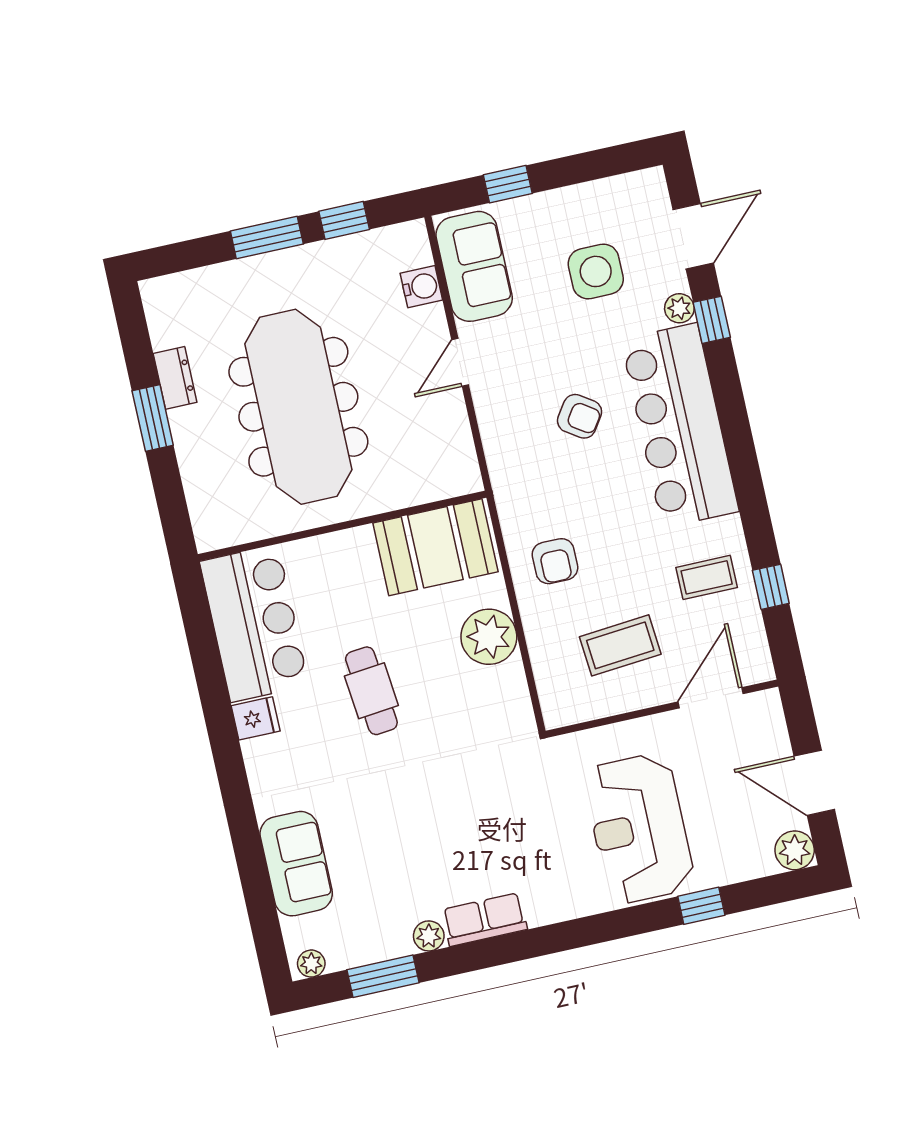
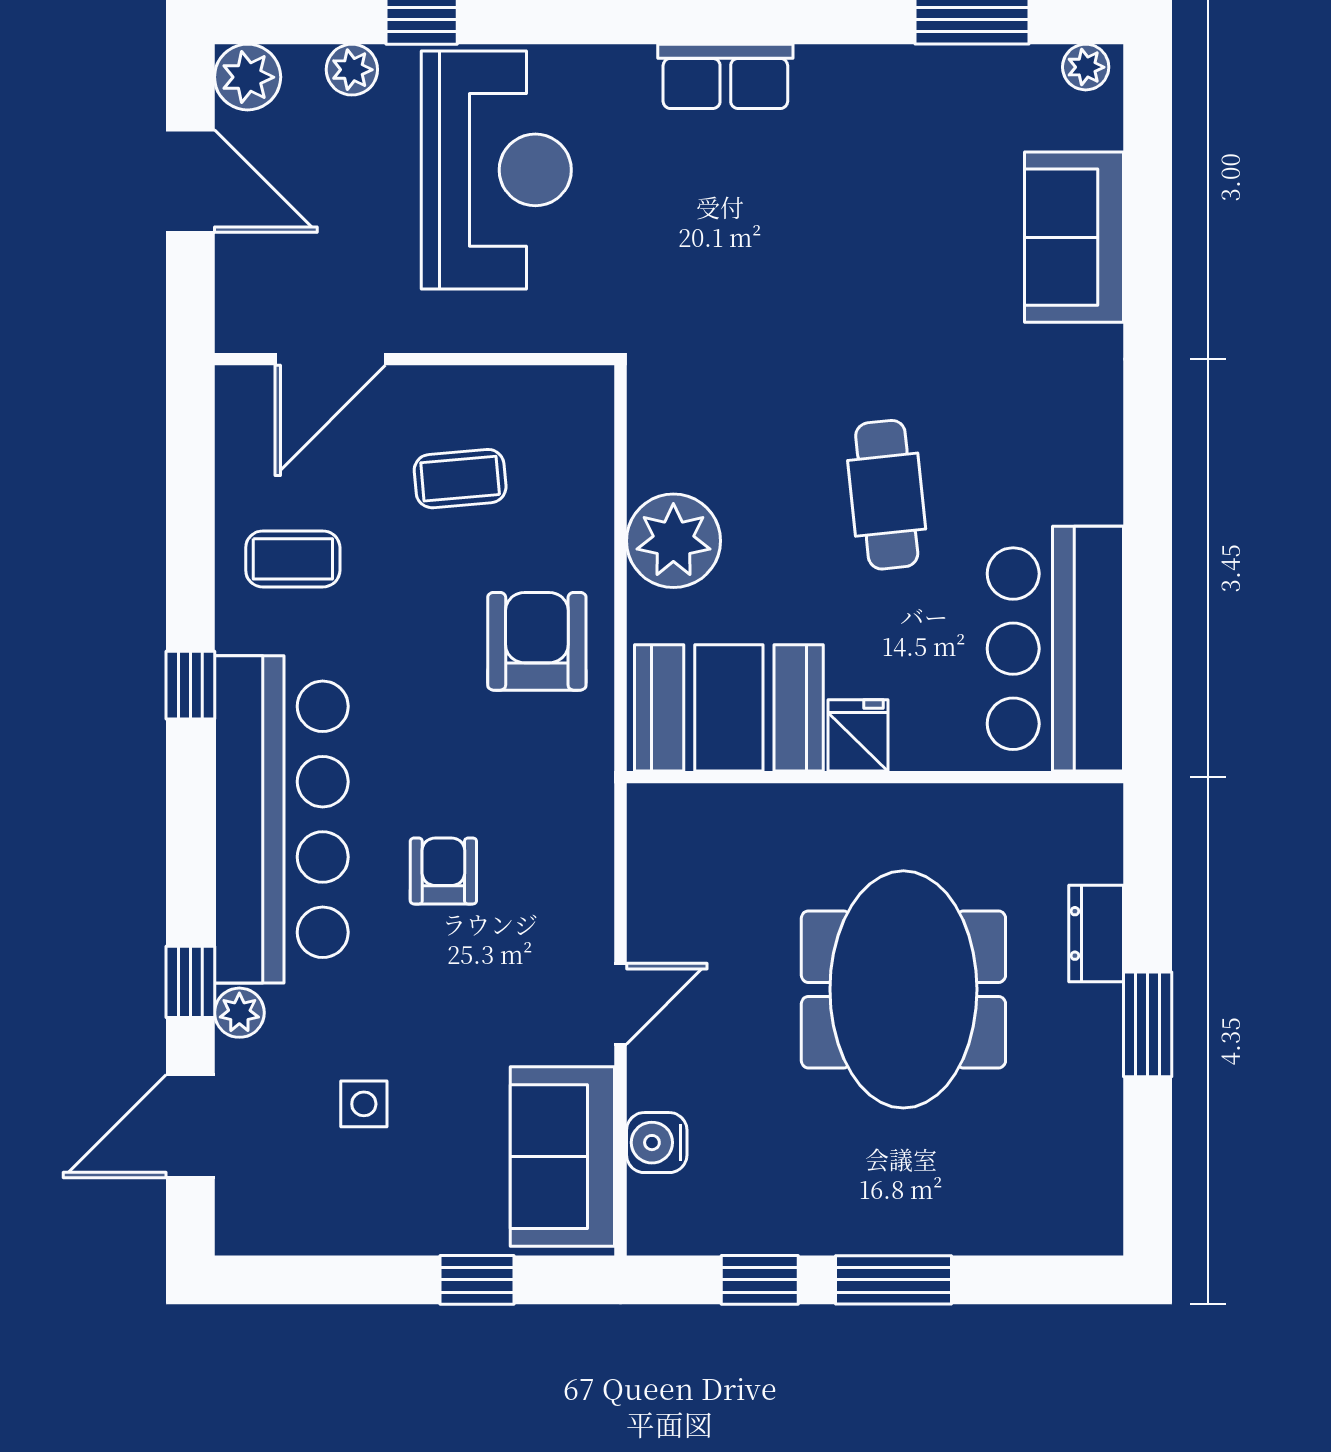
side table: (596, 271) -> (364, 1104), width x0.54, depth x0.54
dresser: (175, 378) -> (1096, 933), moved
meeting table: (298, 407) -> (903, 989), width x0.73
armchair: (580, 416) -> (443, 871), turned 56
armchair: (555, 561) -> (537, 641), width x1.38, depth x1.38
window: (771, 587) -> (190, 685), moved
coffee table: (620, 645) -> (460, 479), width x0.73, depth x0.77
fridge: (256, 718) -> (858, 735), moved, turned 90
row of seats: (485, 919) -> (725, 76), moved
plant: (429, 936) -> (352, 70), moved

